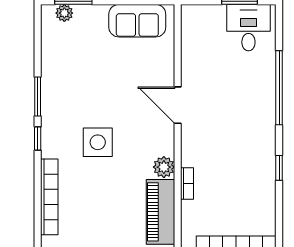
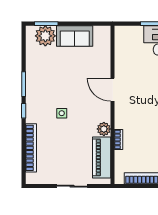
plant: (64, 13) -> (45, 36), width x1.87, depth x1.87
sofa: (137, 21) -> (75, 36), moved
side table: (98, 142) -> (62, 113), width x0.54, depth x0.54

